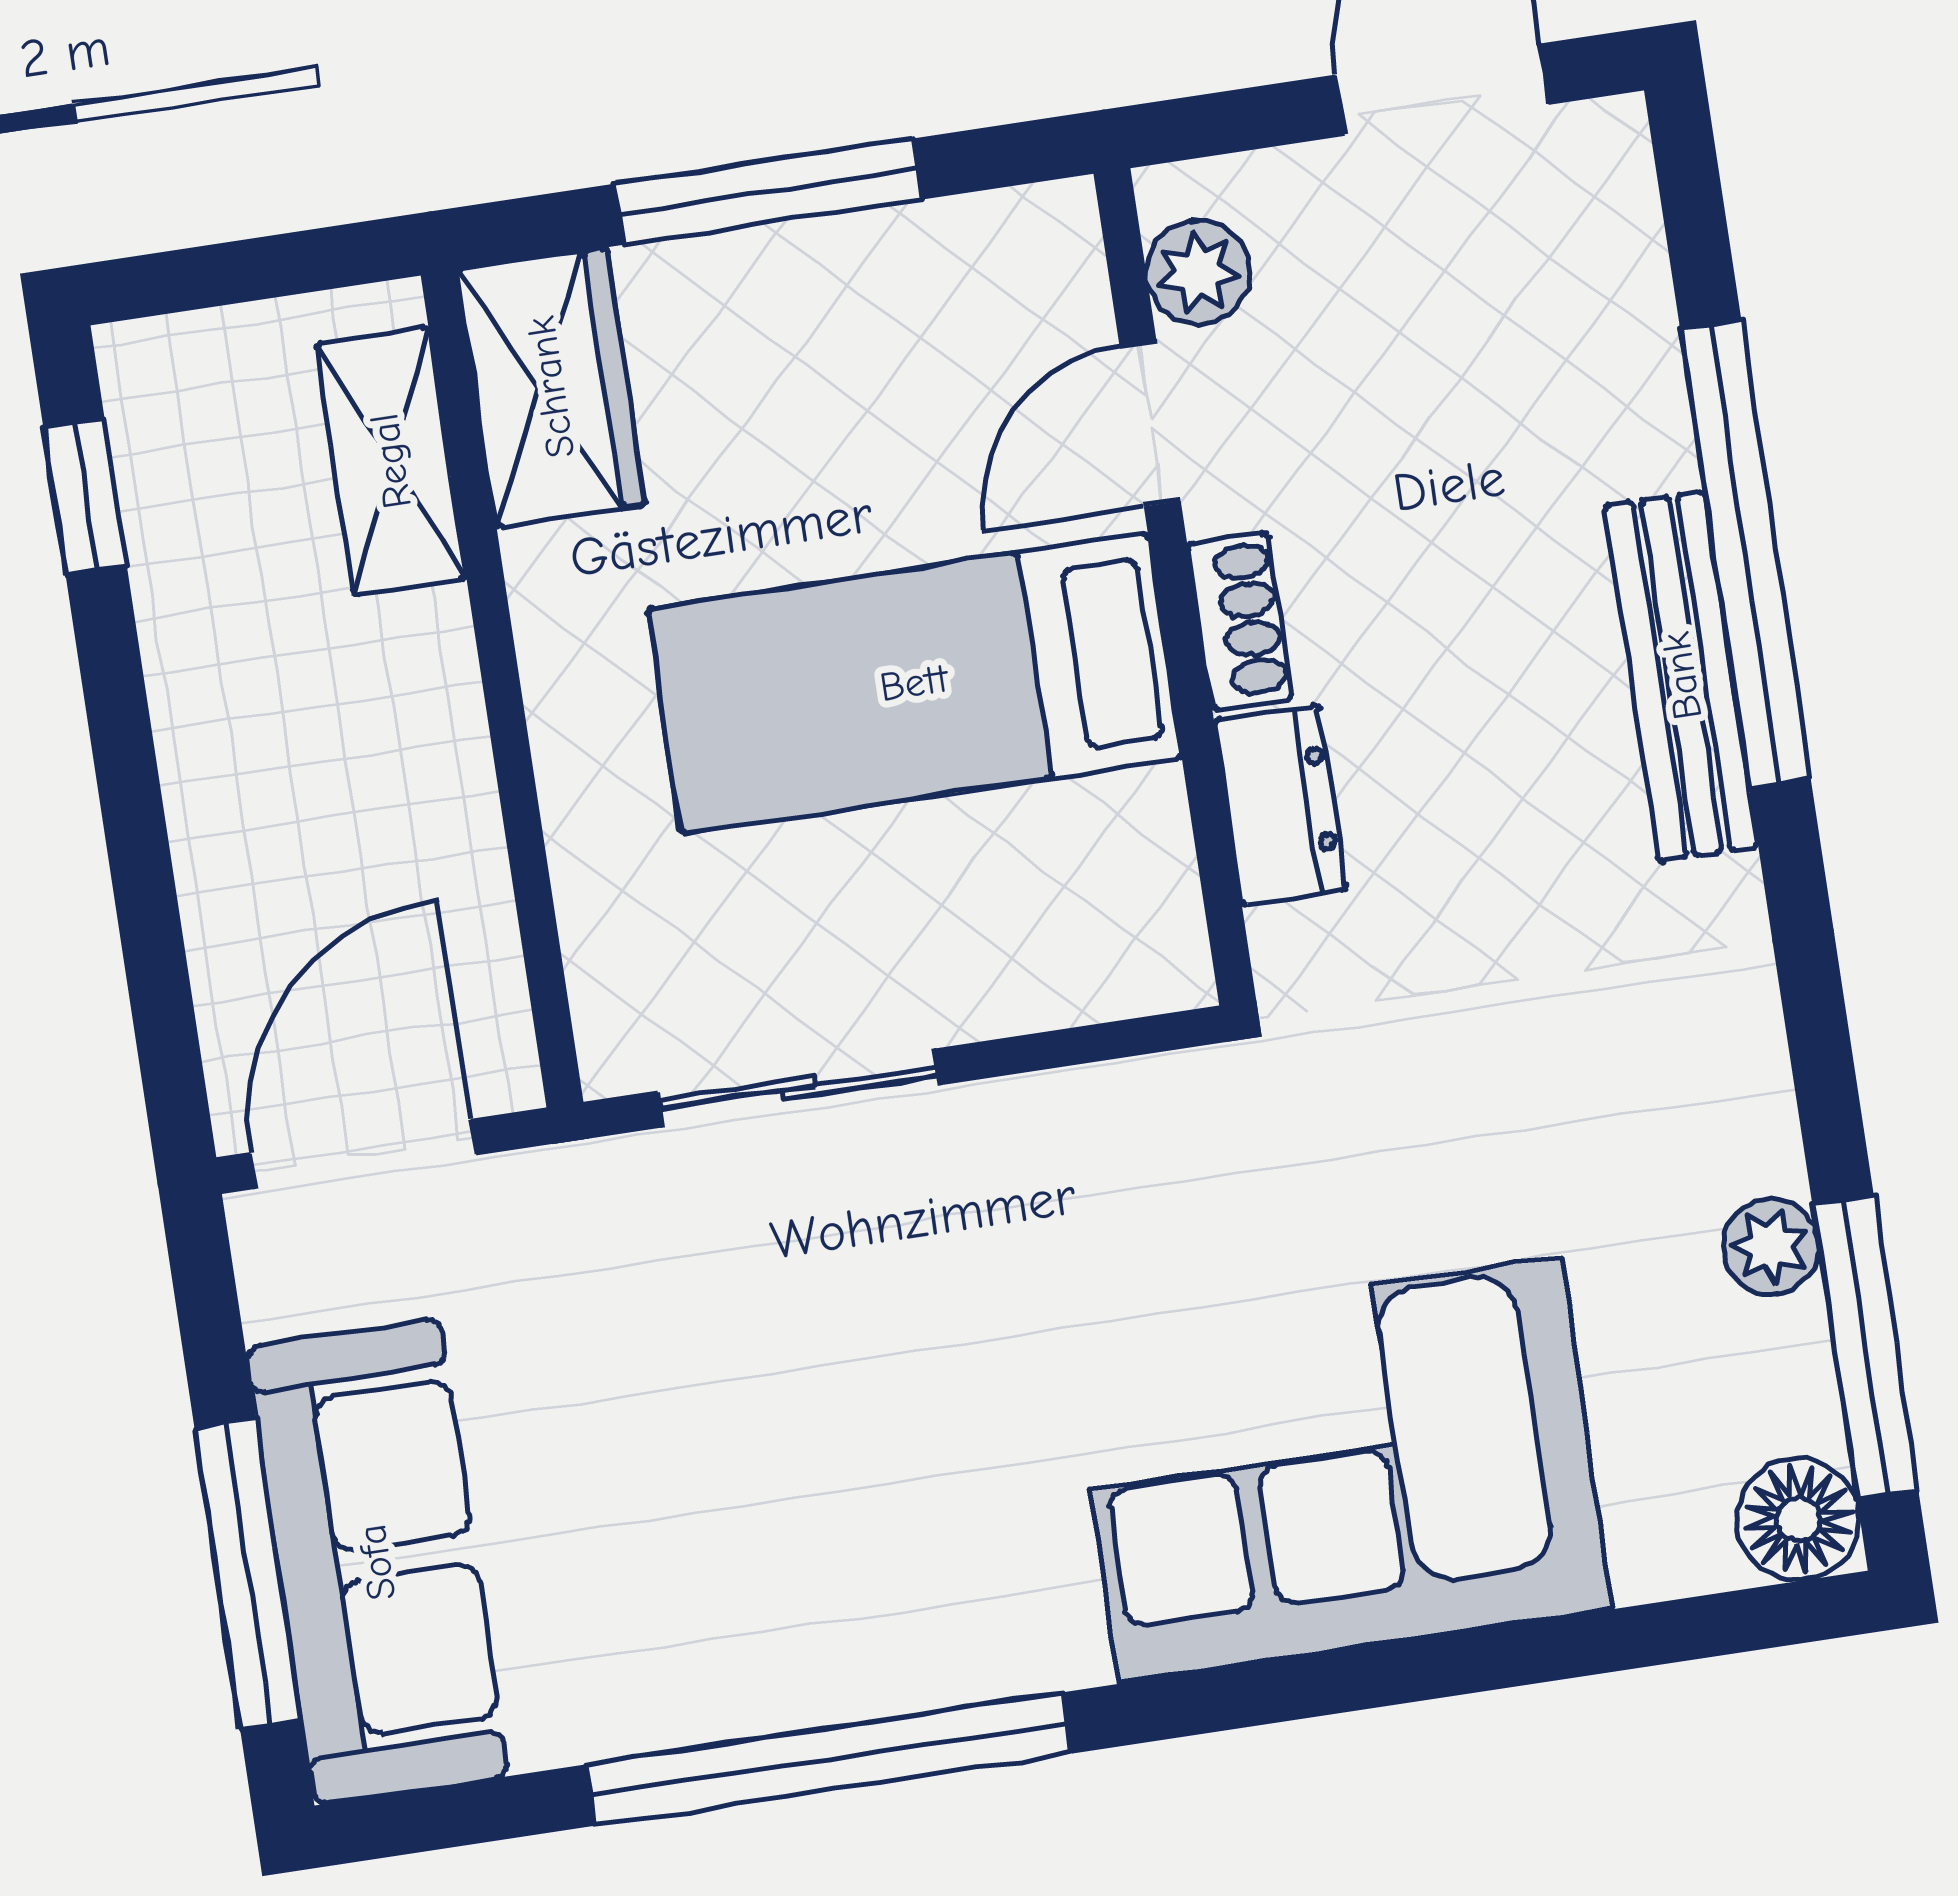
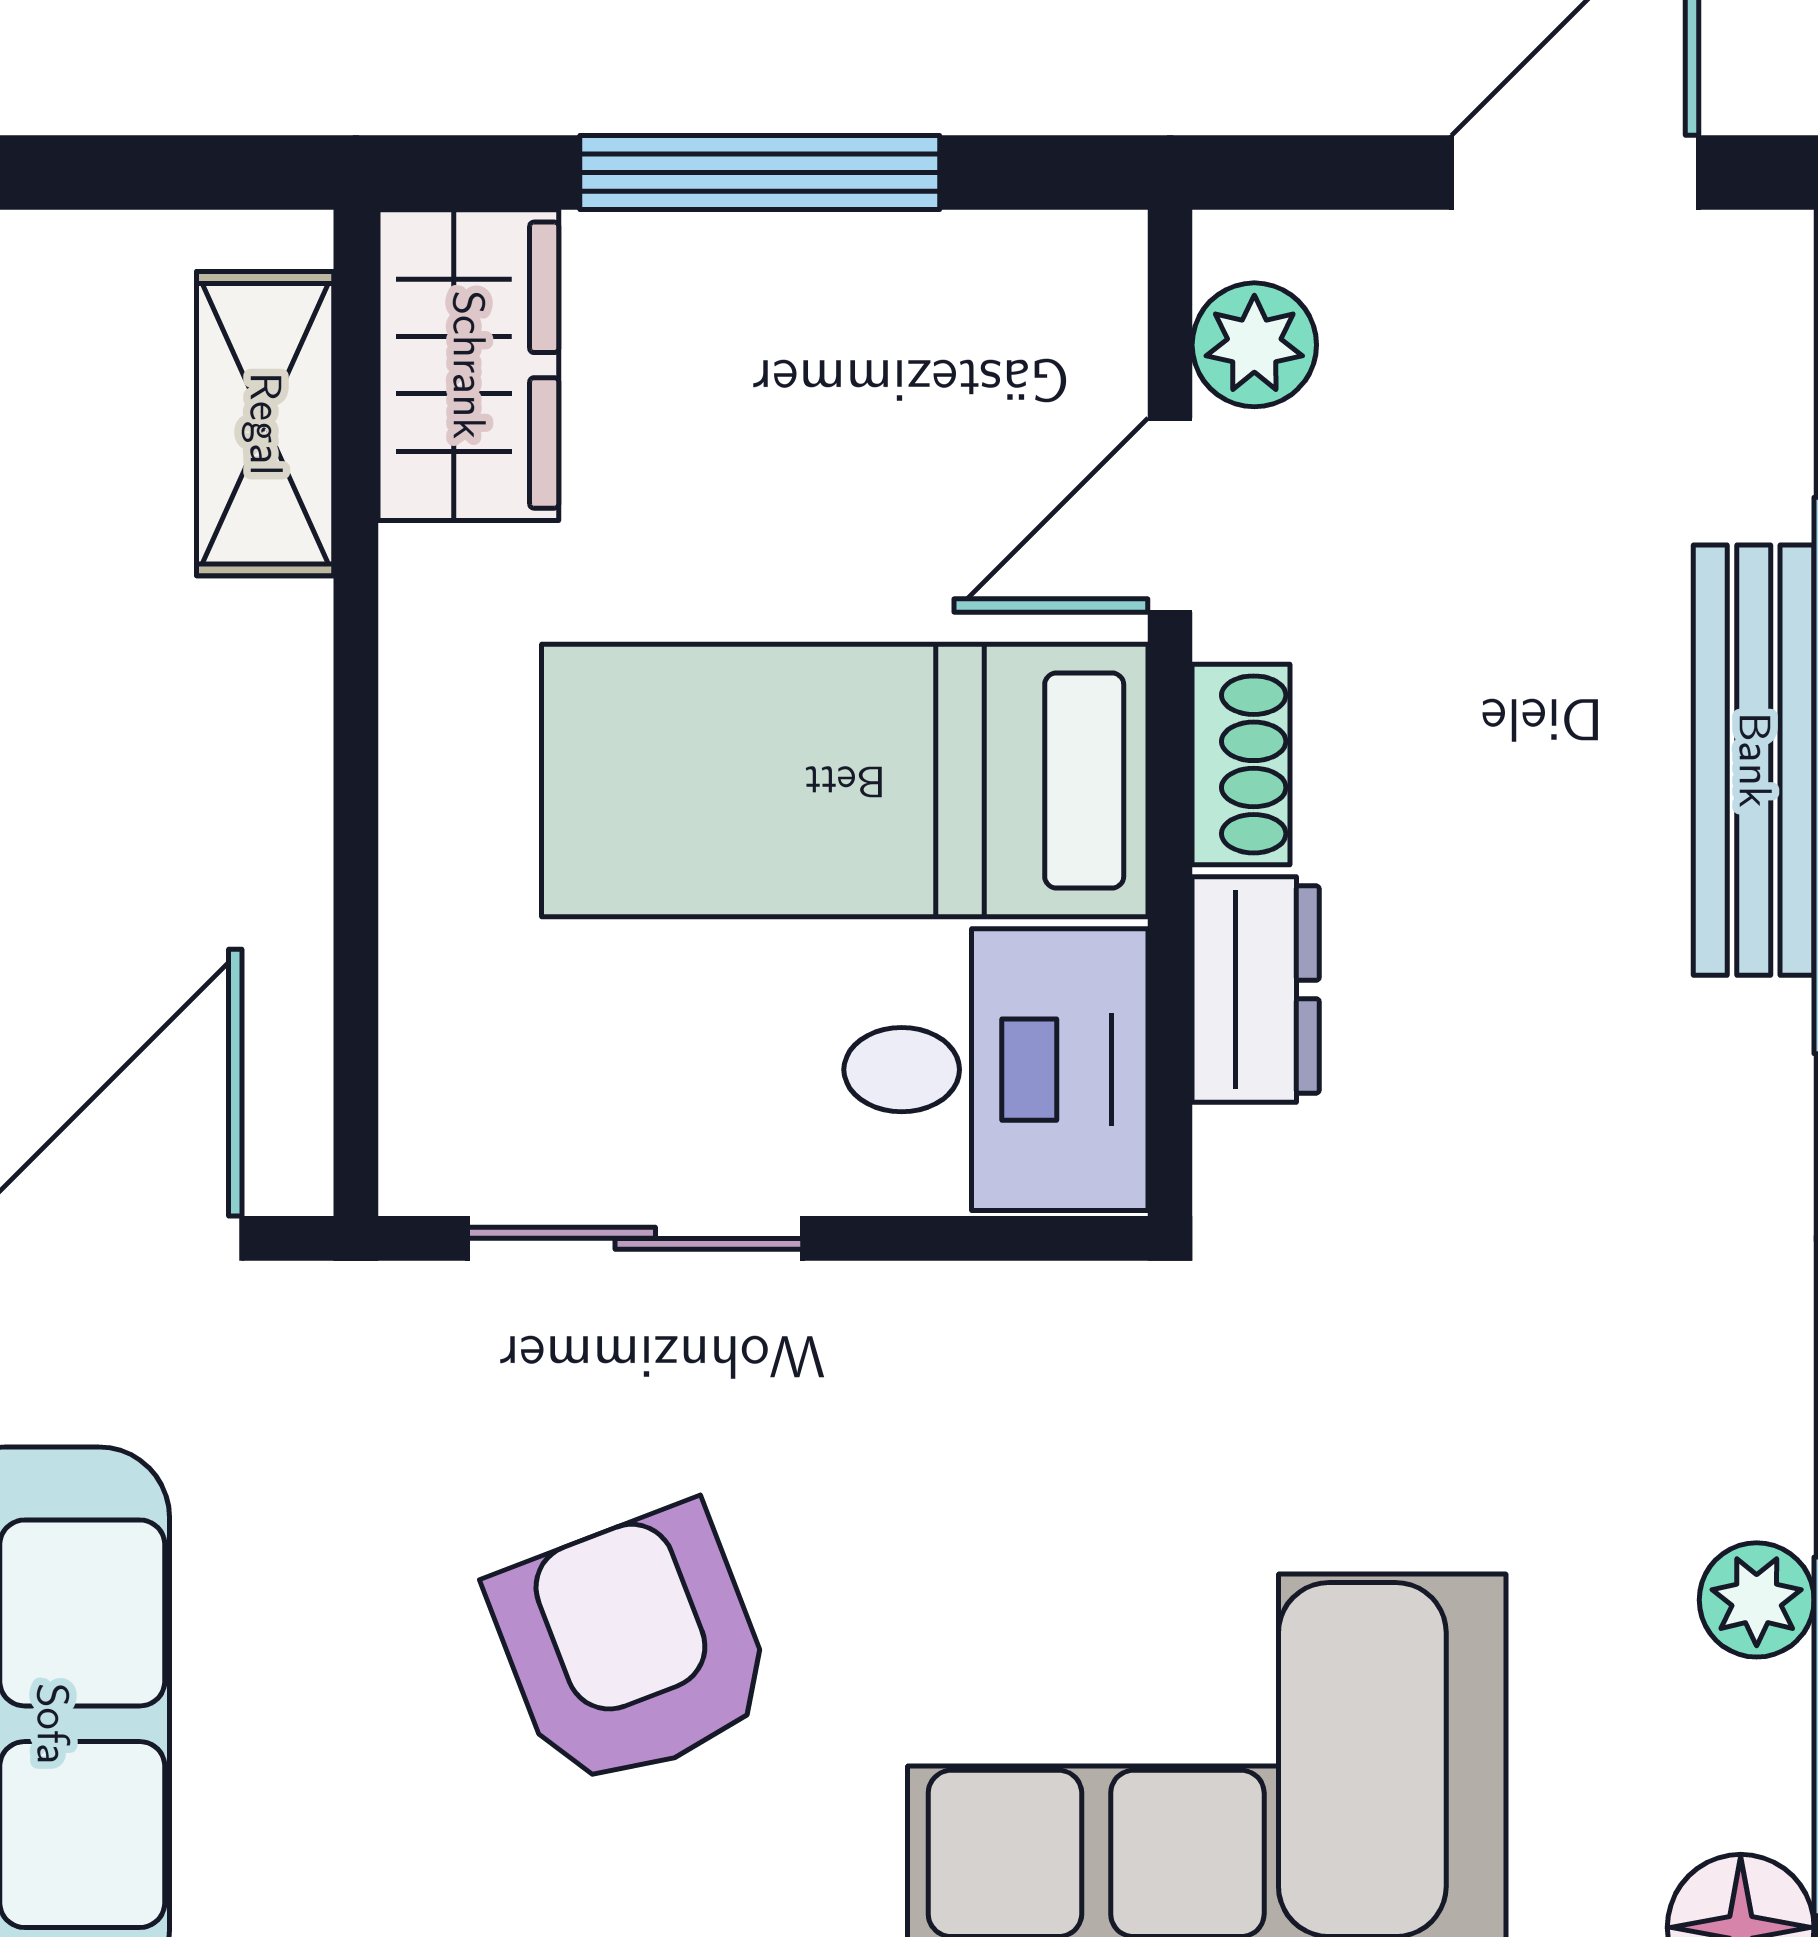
bench: (1682, 676) -> (1754, 760), moved
desk: (1075, 903) -> (996, 1070), added
armchair: (847, 1427) -> (632, 1648), added

